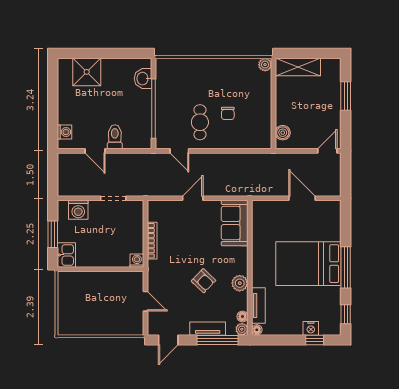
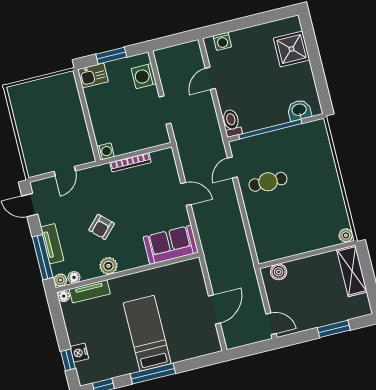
chair: (228, 113) -> (285, 209), removed
toilet: (115, 137) -> (232, 123), moved, turned -90
bed: (308, 264) -> (147, 333), width x0.67

